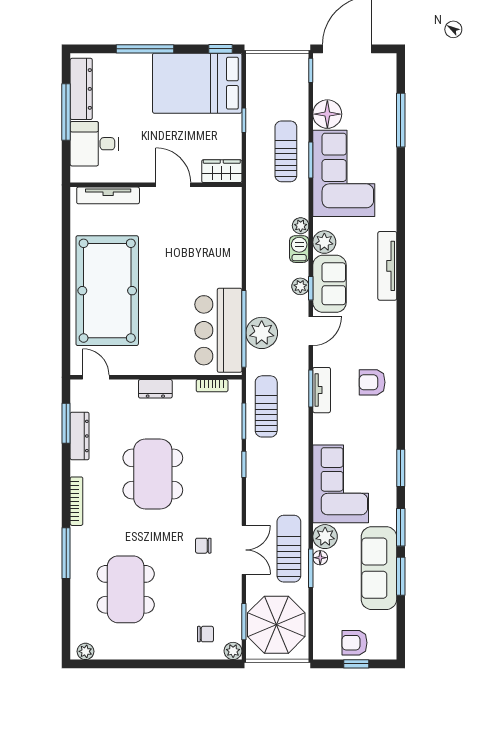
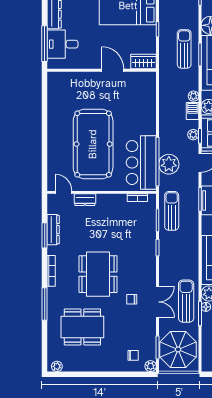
window: (66, 112) -> (45, 44), moved
tv unit: (108, 195) -> (71, 77), removed
pool table: (107, 291) -> (93, 144), moved
dresser: (155, 389) -> (85, 200), moved
window: (66, 423) -> (45, 235), moved
dining table: (153, 474) -> (98, 274), moved
dining table: (126, 589) -> (82, 327), turned 90

